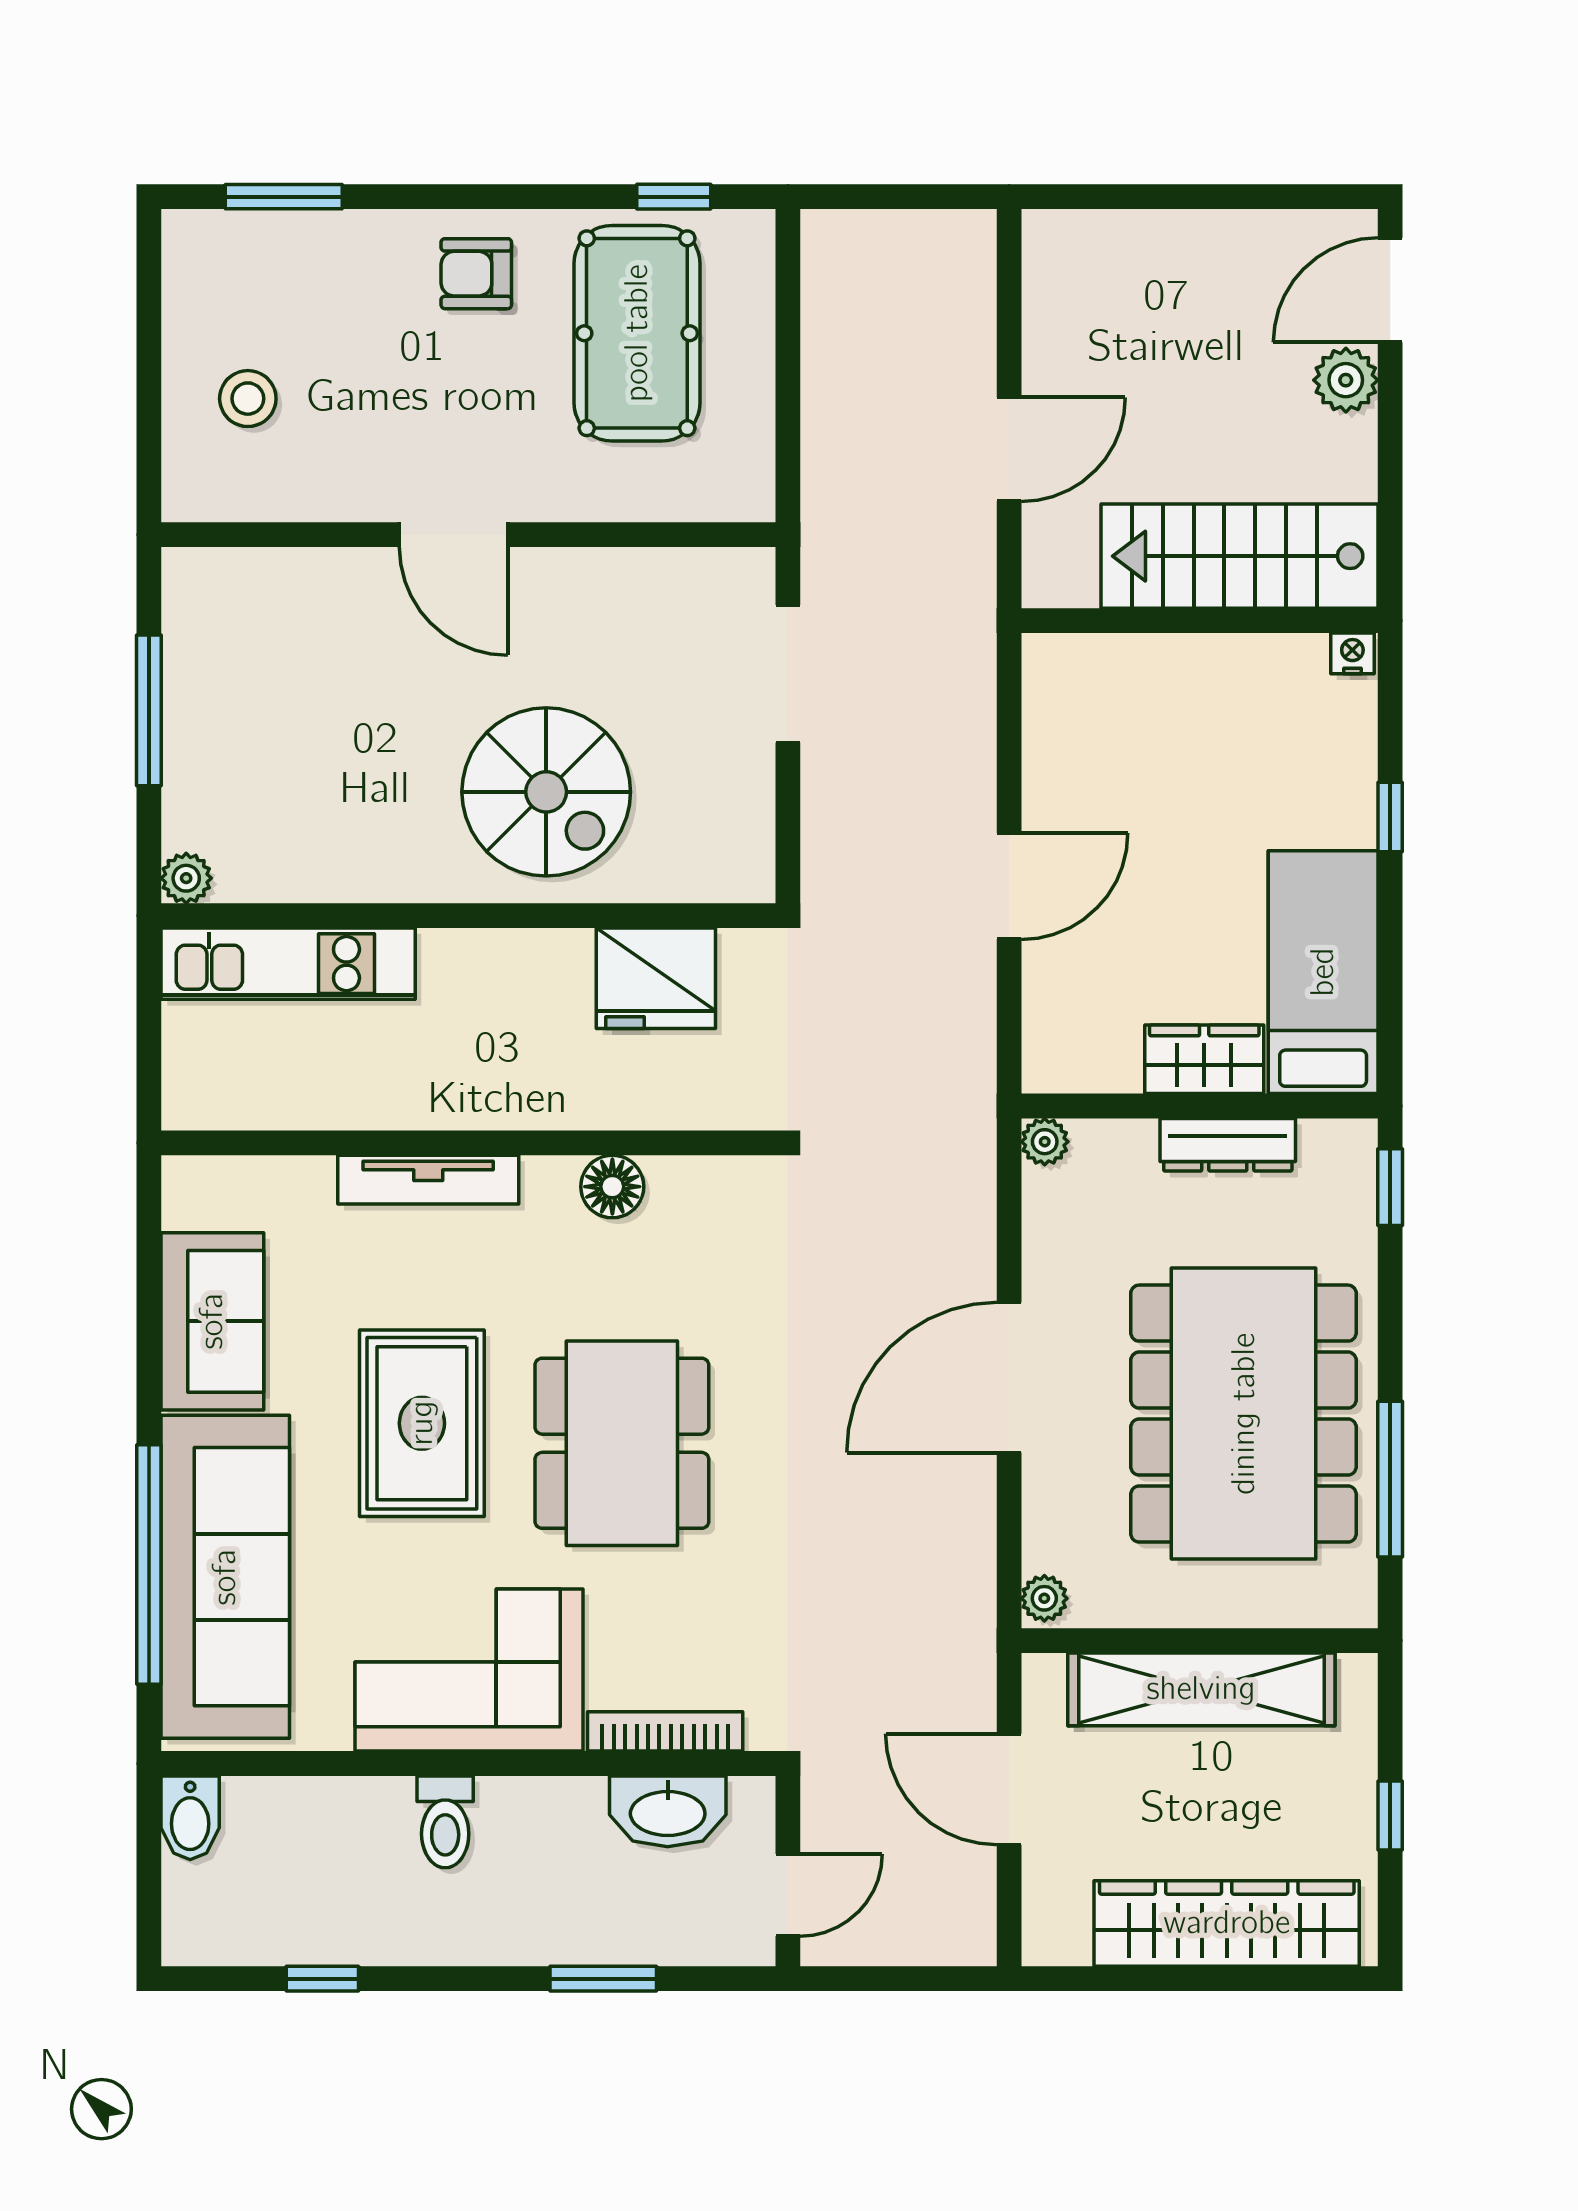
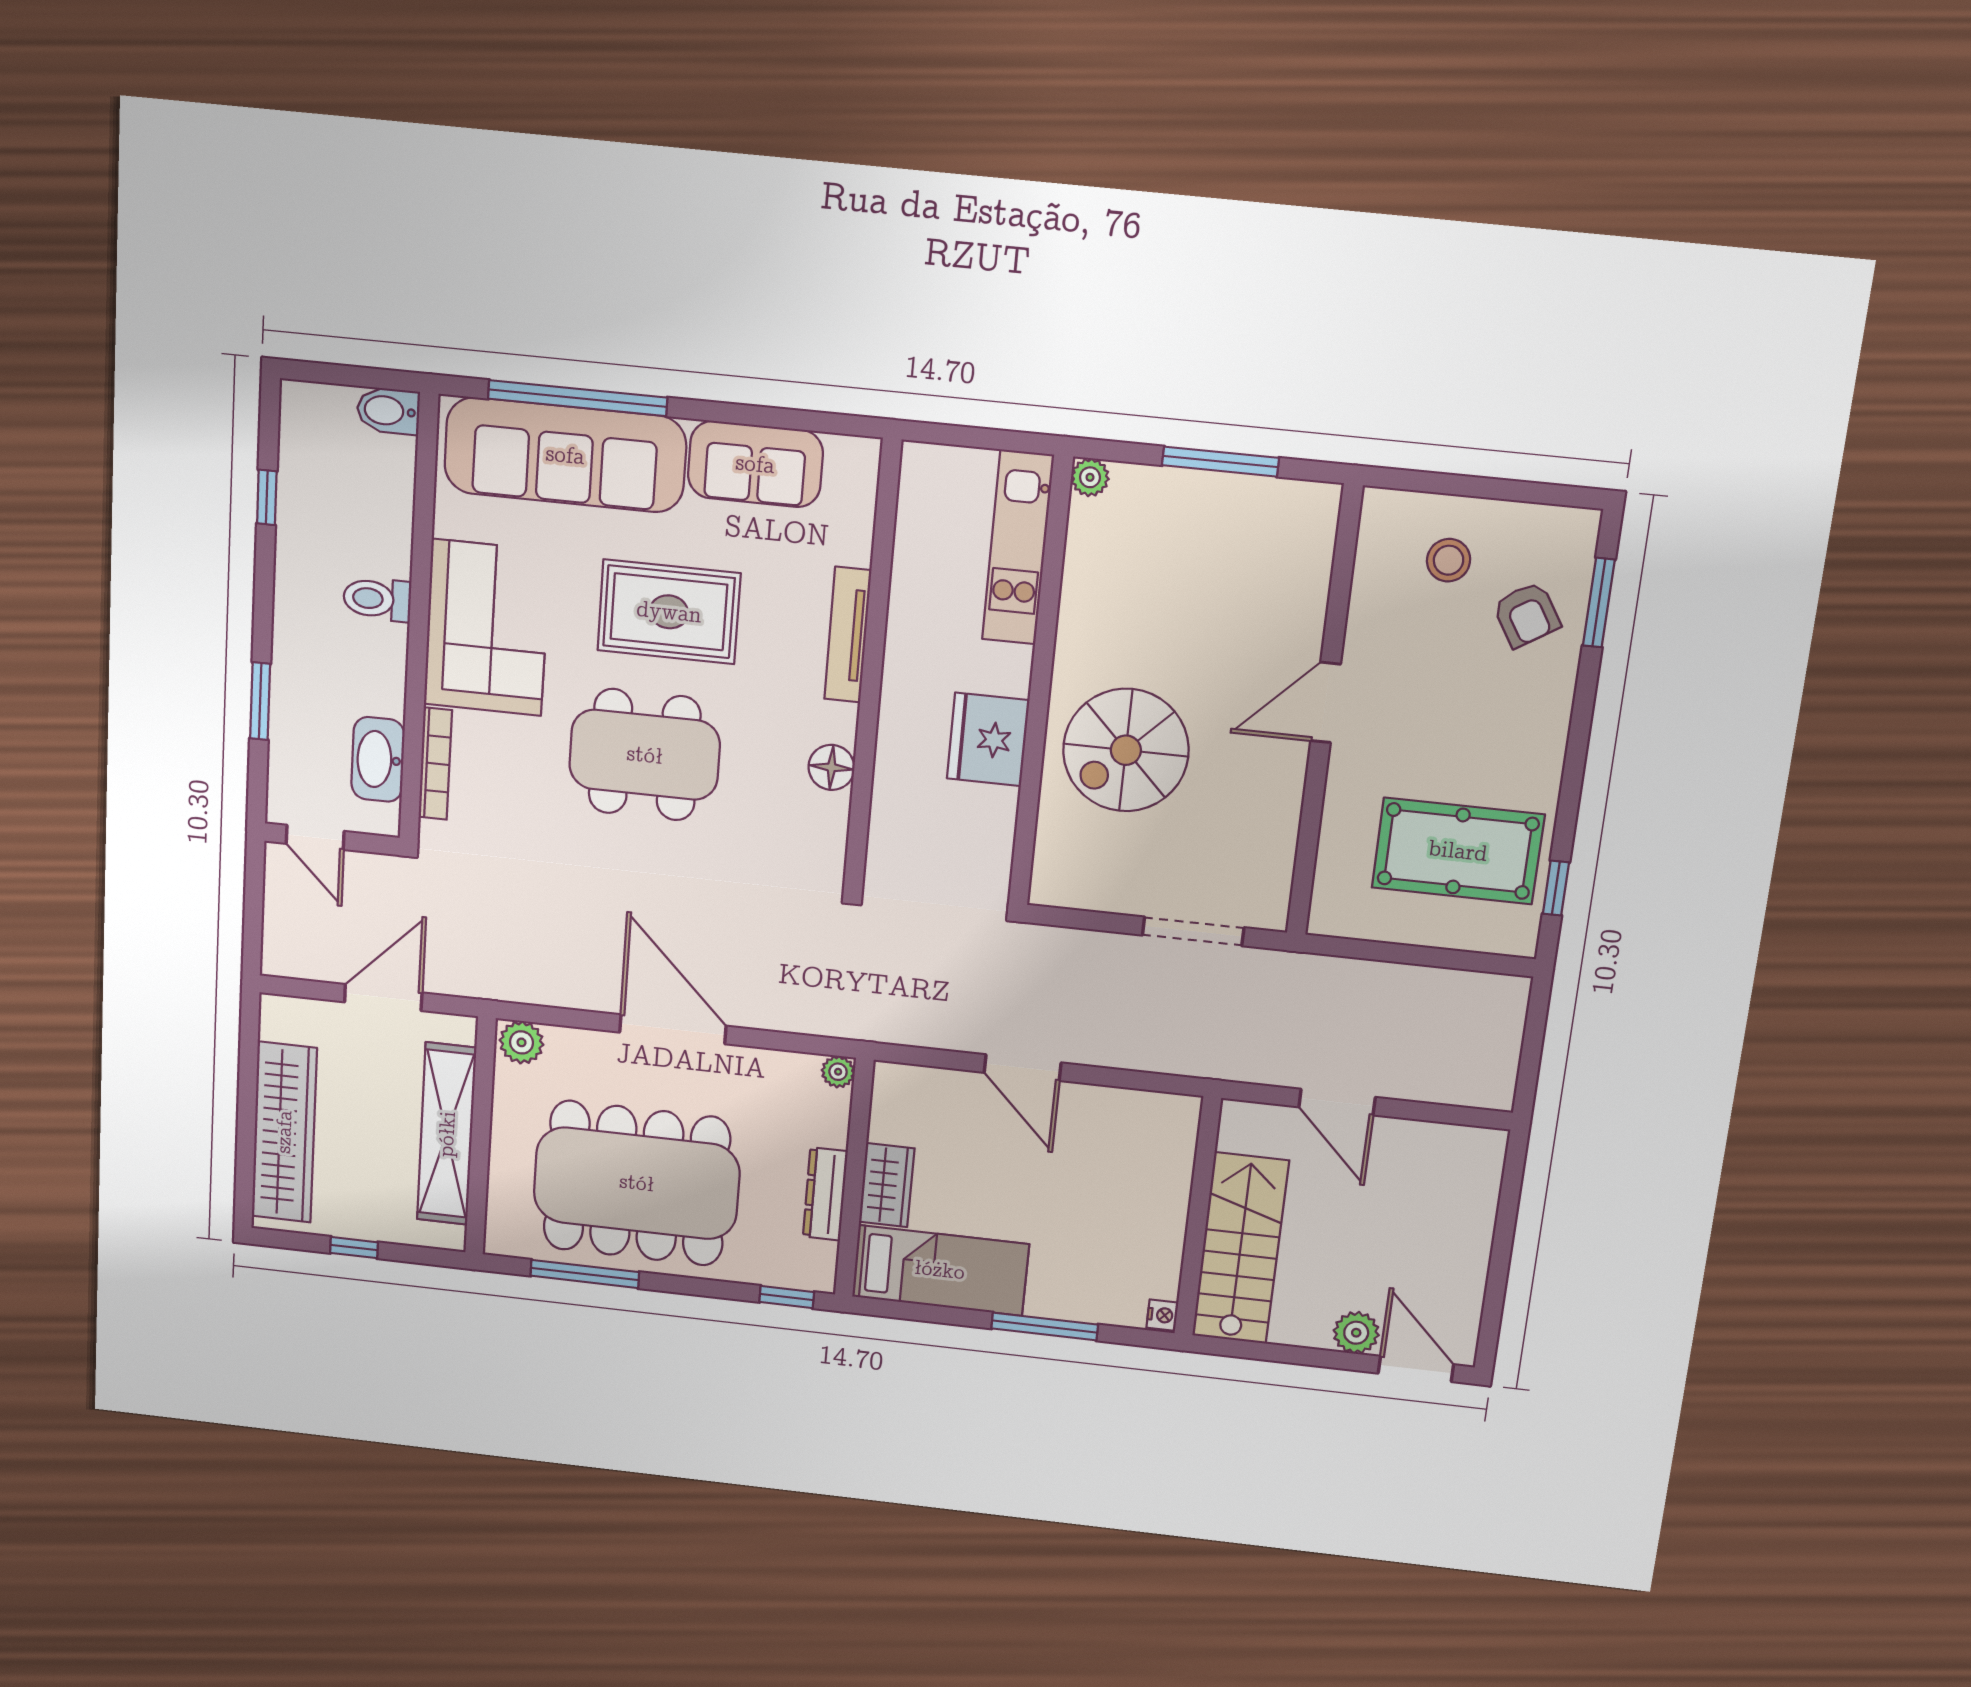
armchair: (476, 274) -> (1527, 615), moved, turned 148
window: (1390, 817) -> (1045, 1326), width x2.17
fridge: (656, 978) -> (988, 739), moved
plant: (1044, 1598) -> (521, 1042), width x1.38, depth x1.38

